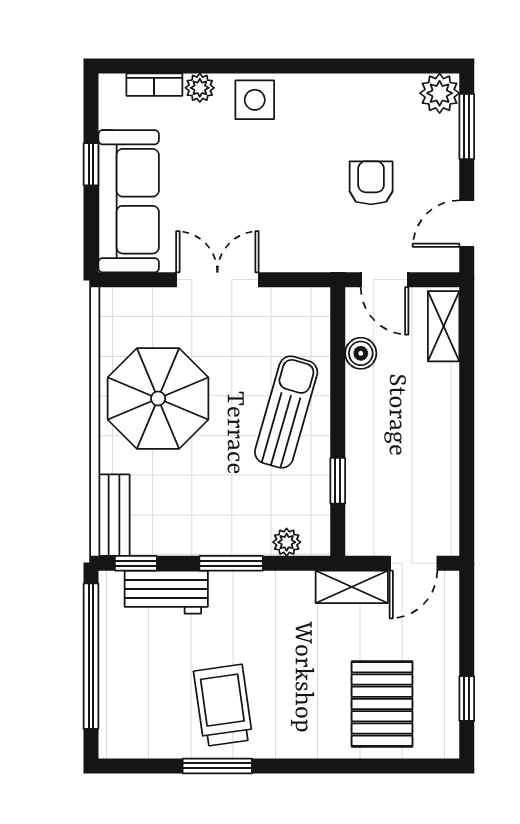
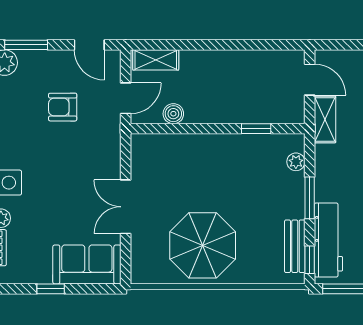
sofa: (129, 201) -> (87, 264), width x0.73
sun lounger: (286, 412) -> (211, 162), removed
bench: (114, 515) -> (295, 246), moved, turned 90
workbench: (166, 592) -> (328, 240), width x1.38

